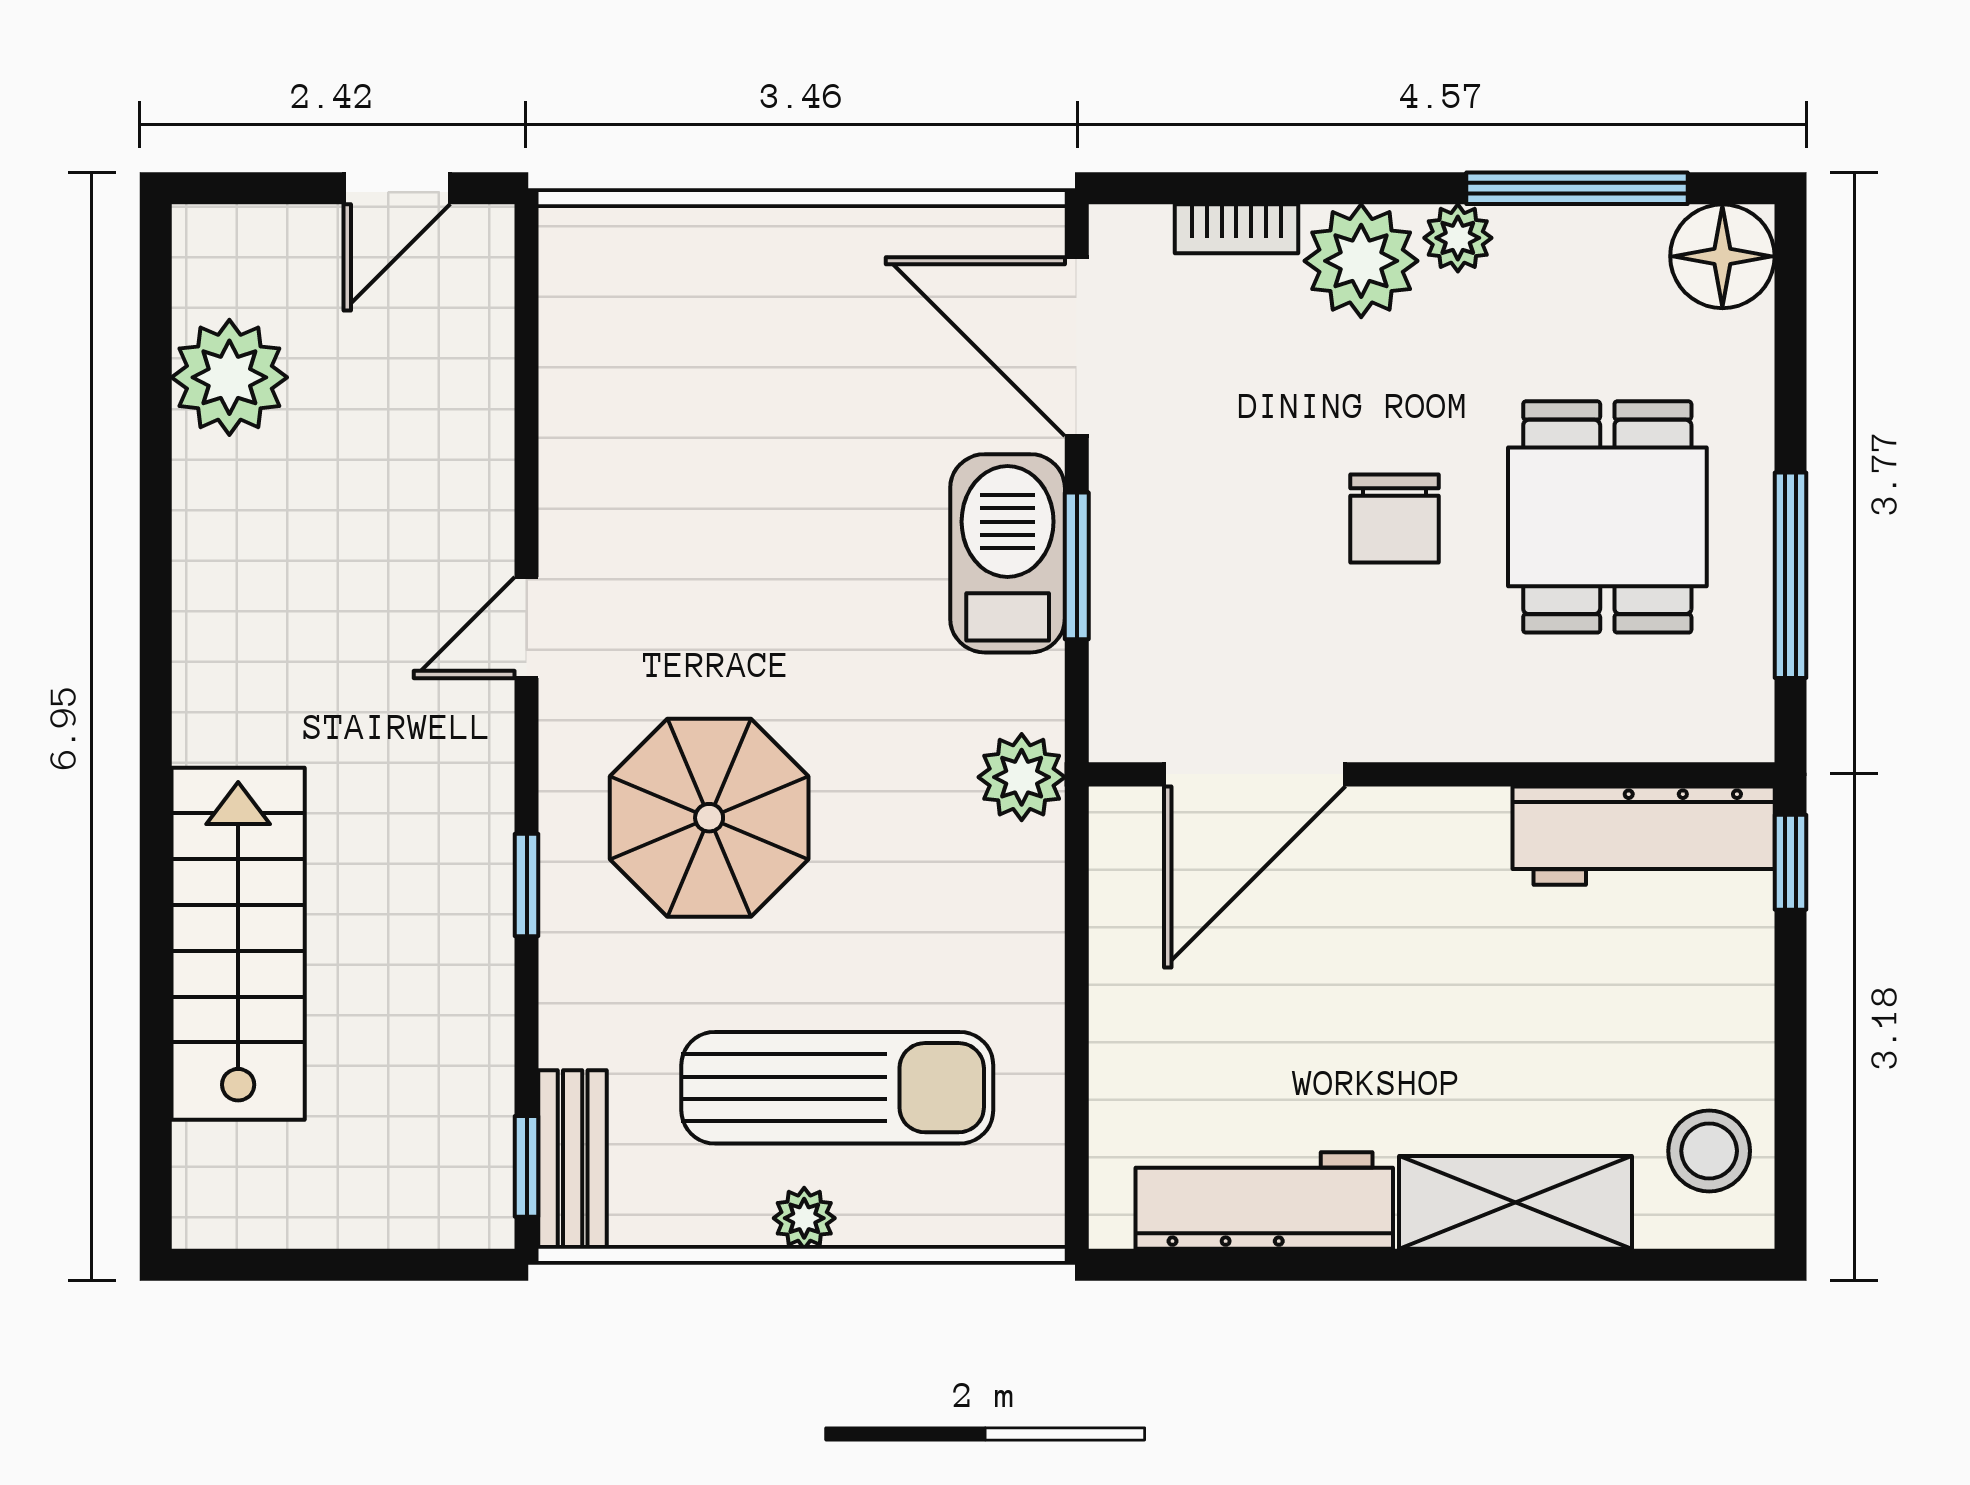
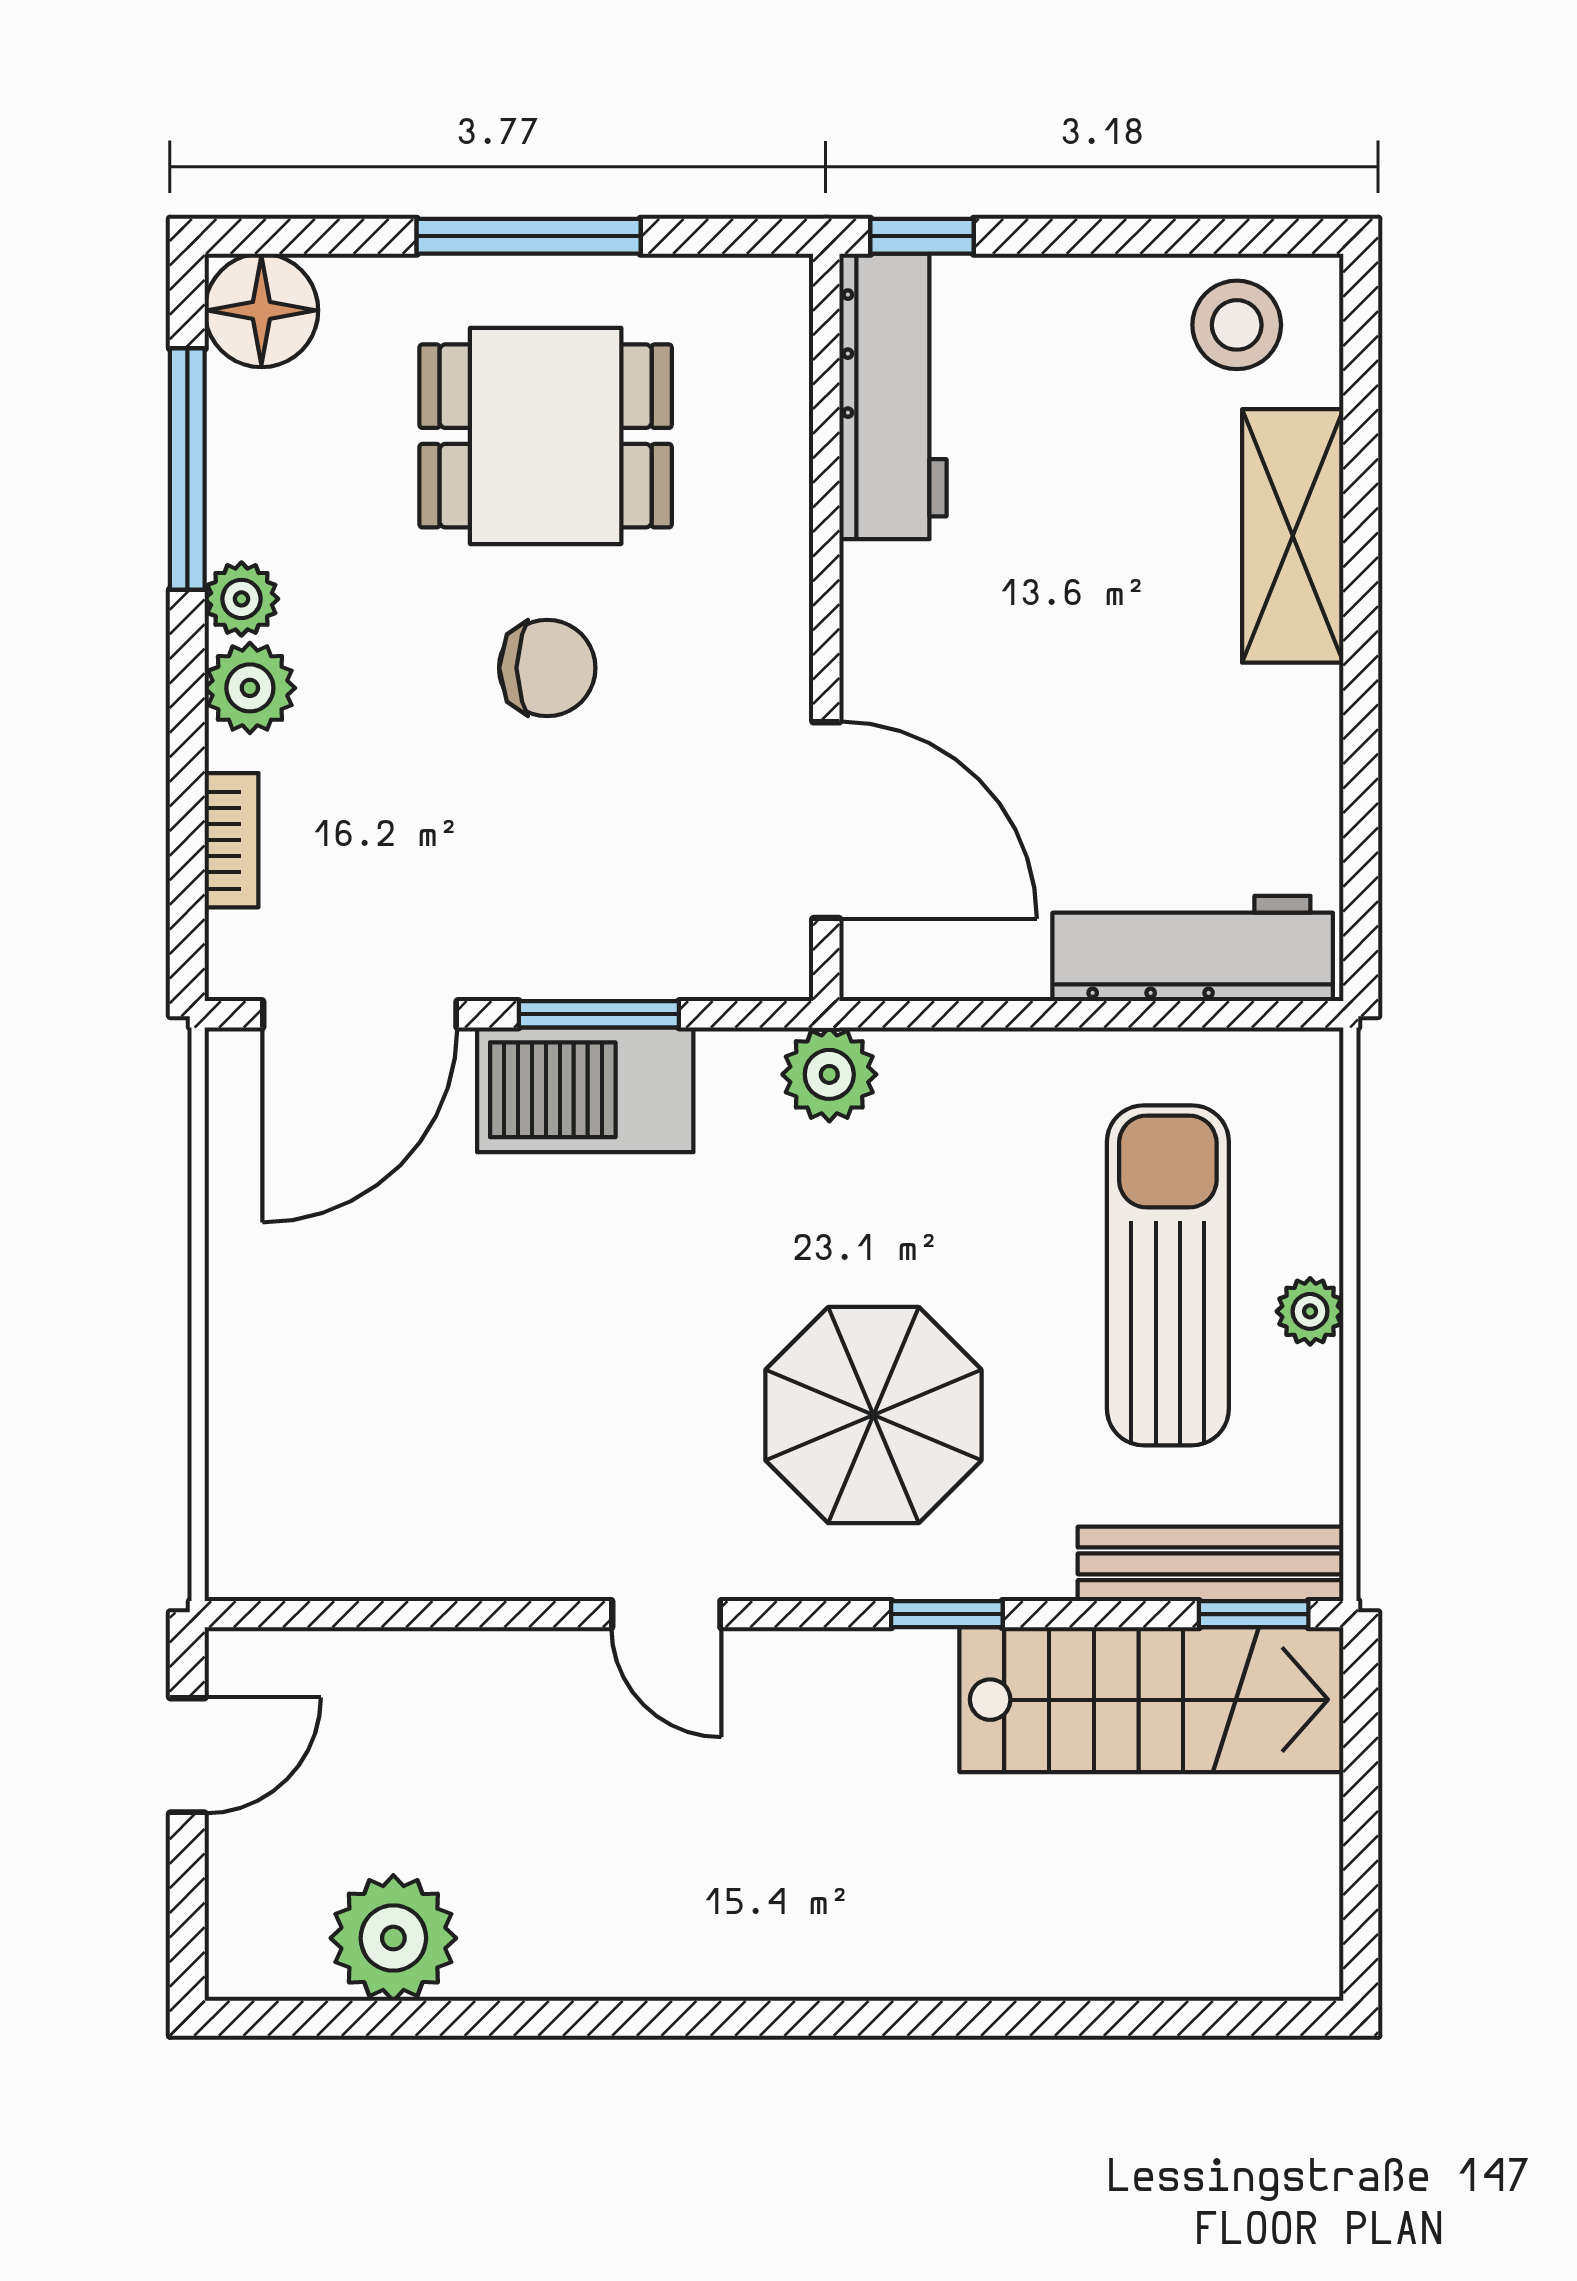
door: (397, 188) -> (187, 1755), hinge flipped
plant: (1361, 261) -> (250, 688), width x0.73, depth x0.73
window: (1790, 575) -> (529, 236), moved
stairs: (238, 944) -> (1151, 1700), moved, turned 180
bench: (573, 1159) -> (1211, 1564), width x1.36
workbench: (1264, 1201) -> (1193, 949), moved, turned 90

